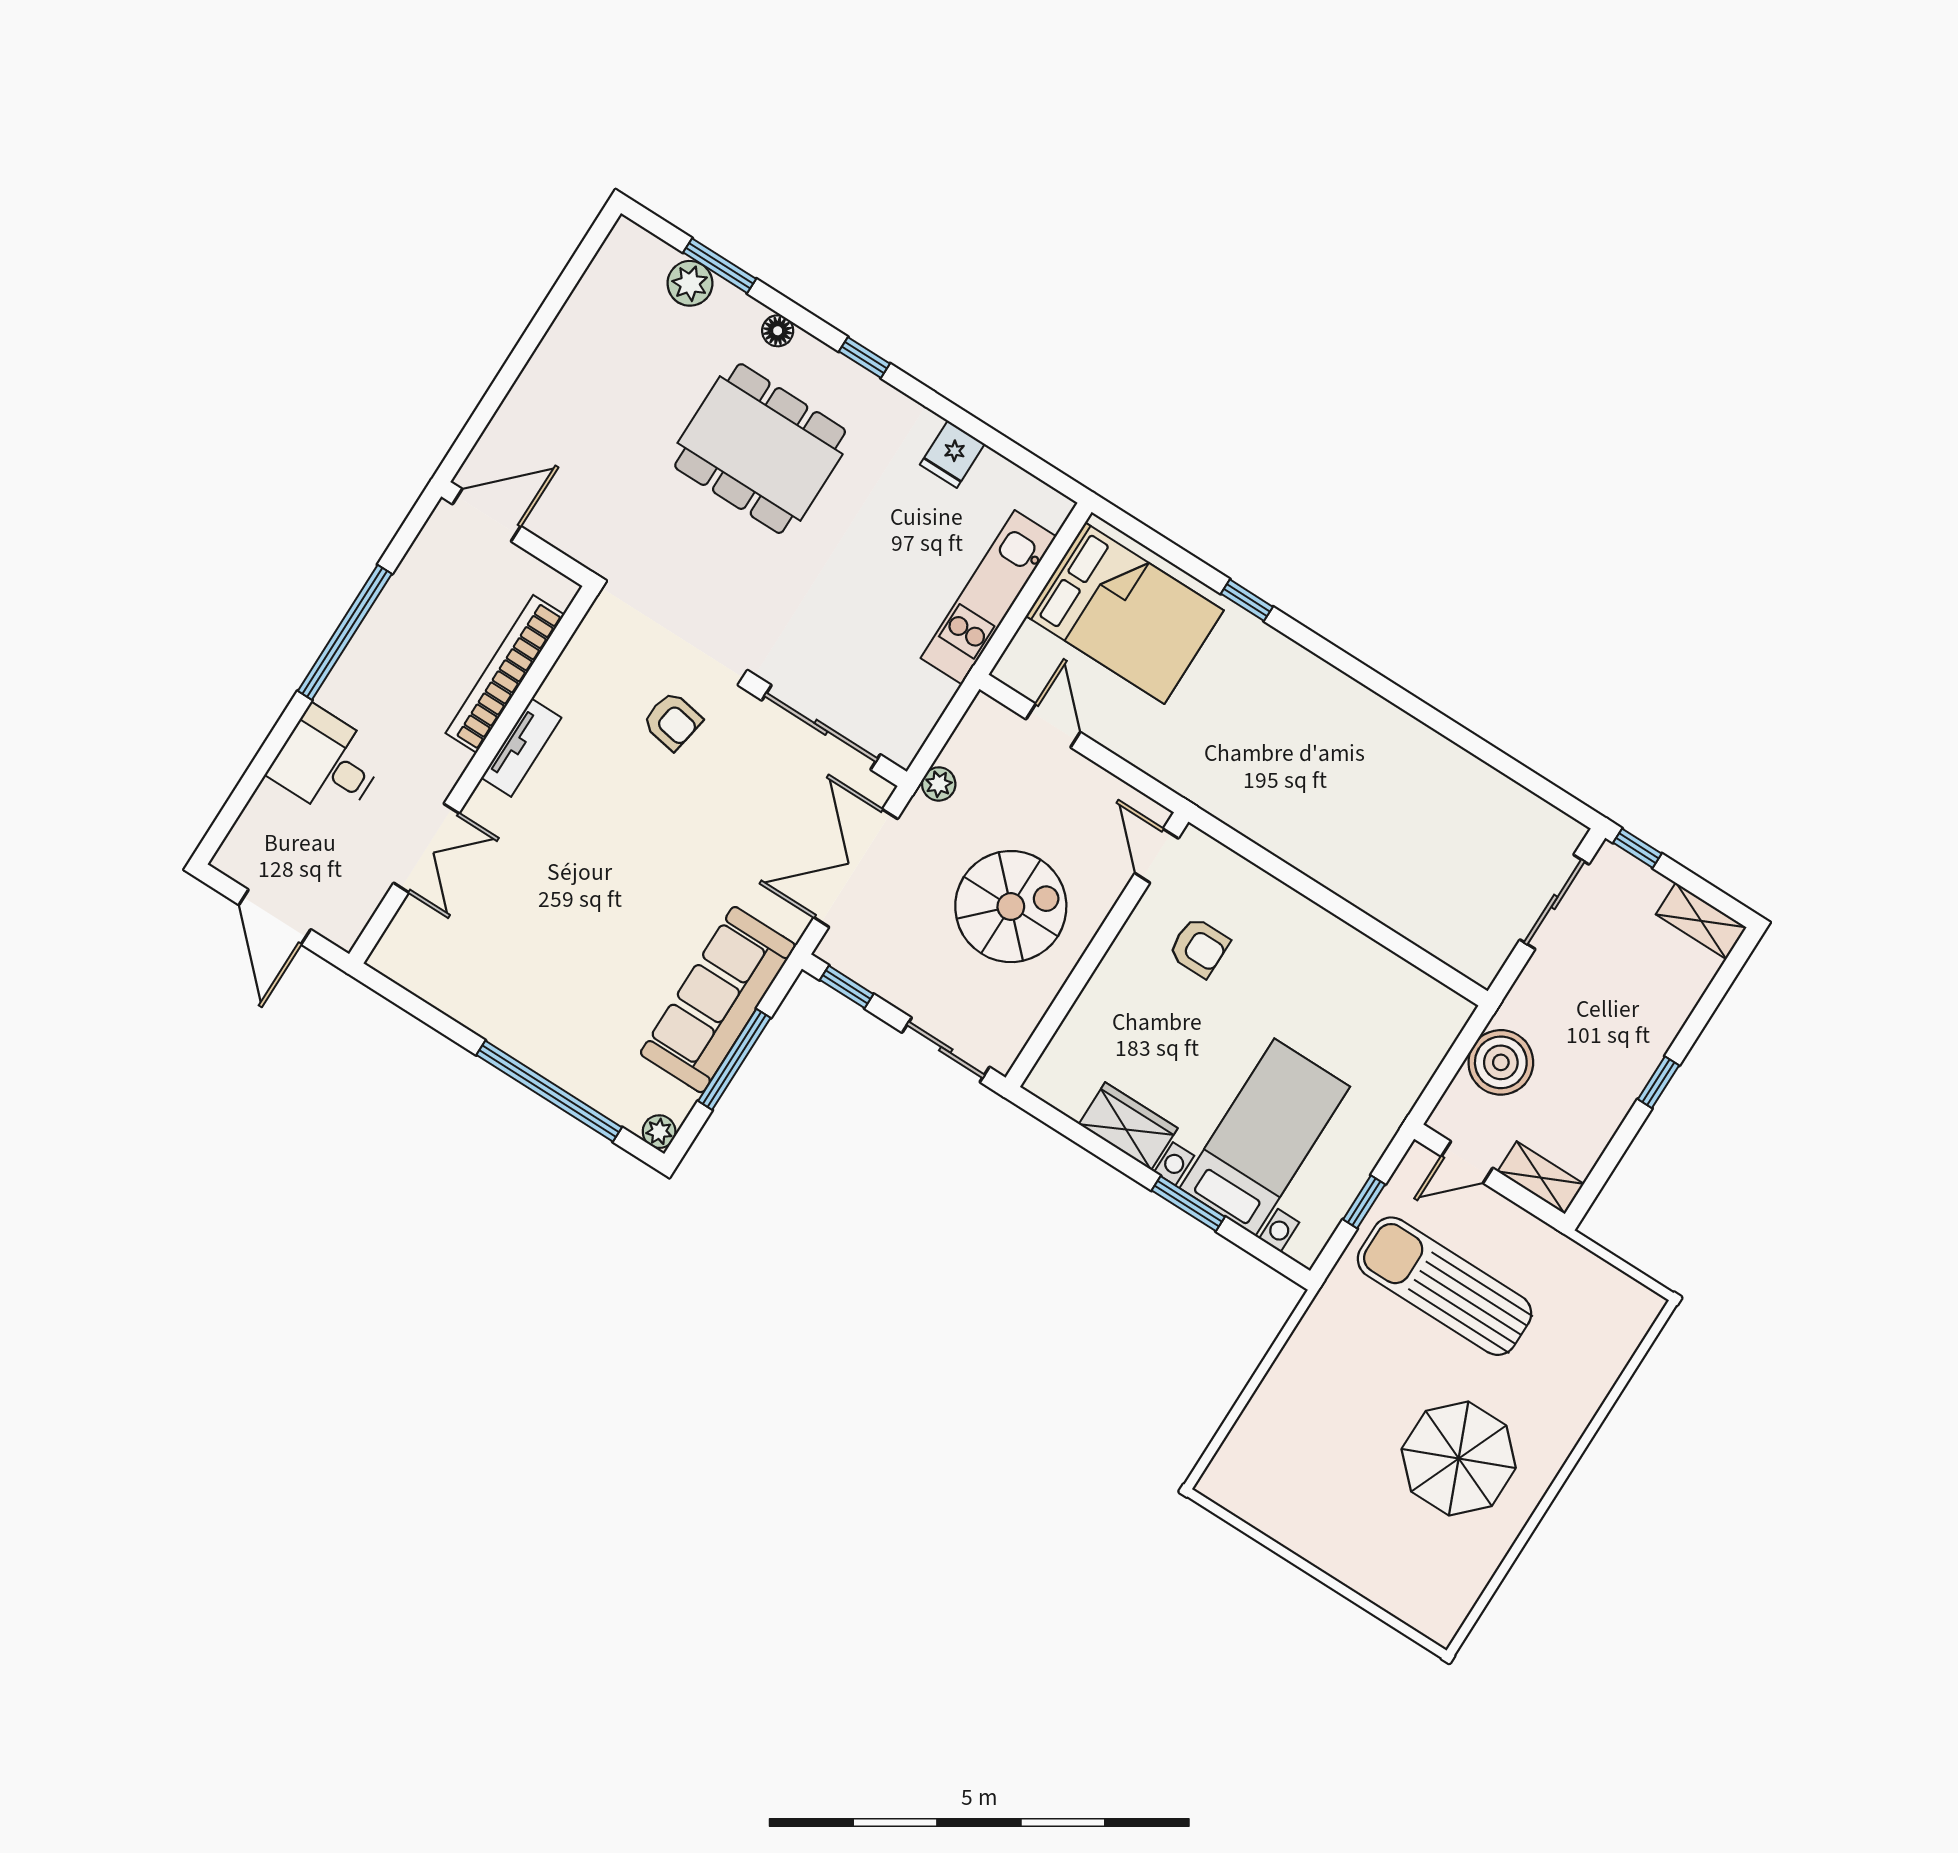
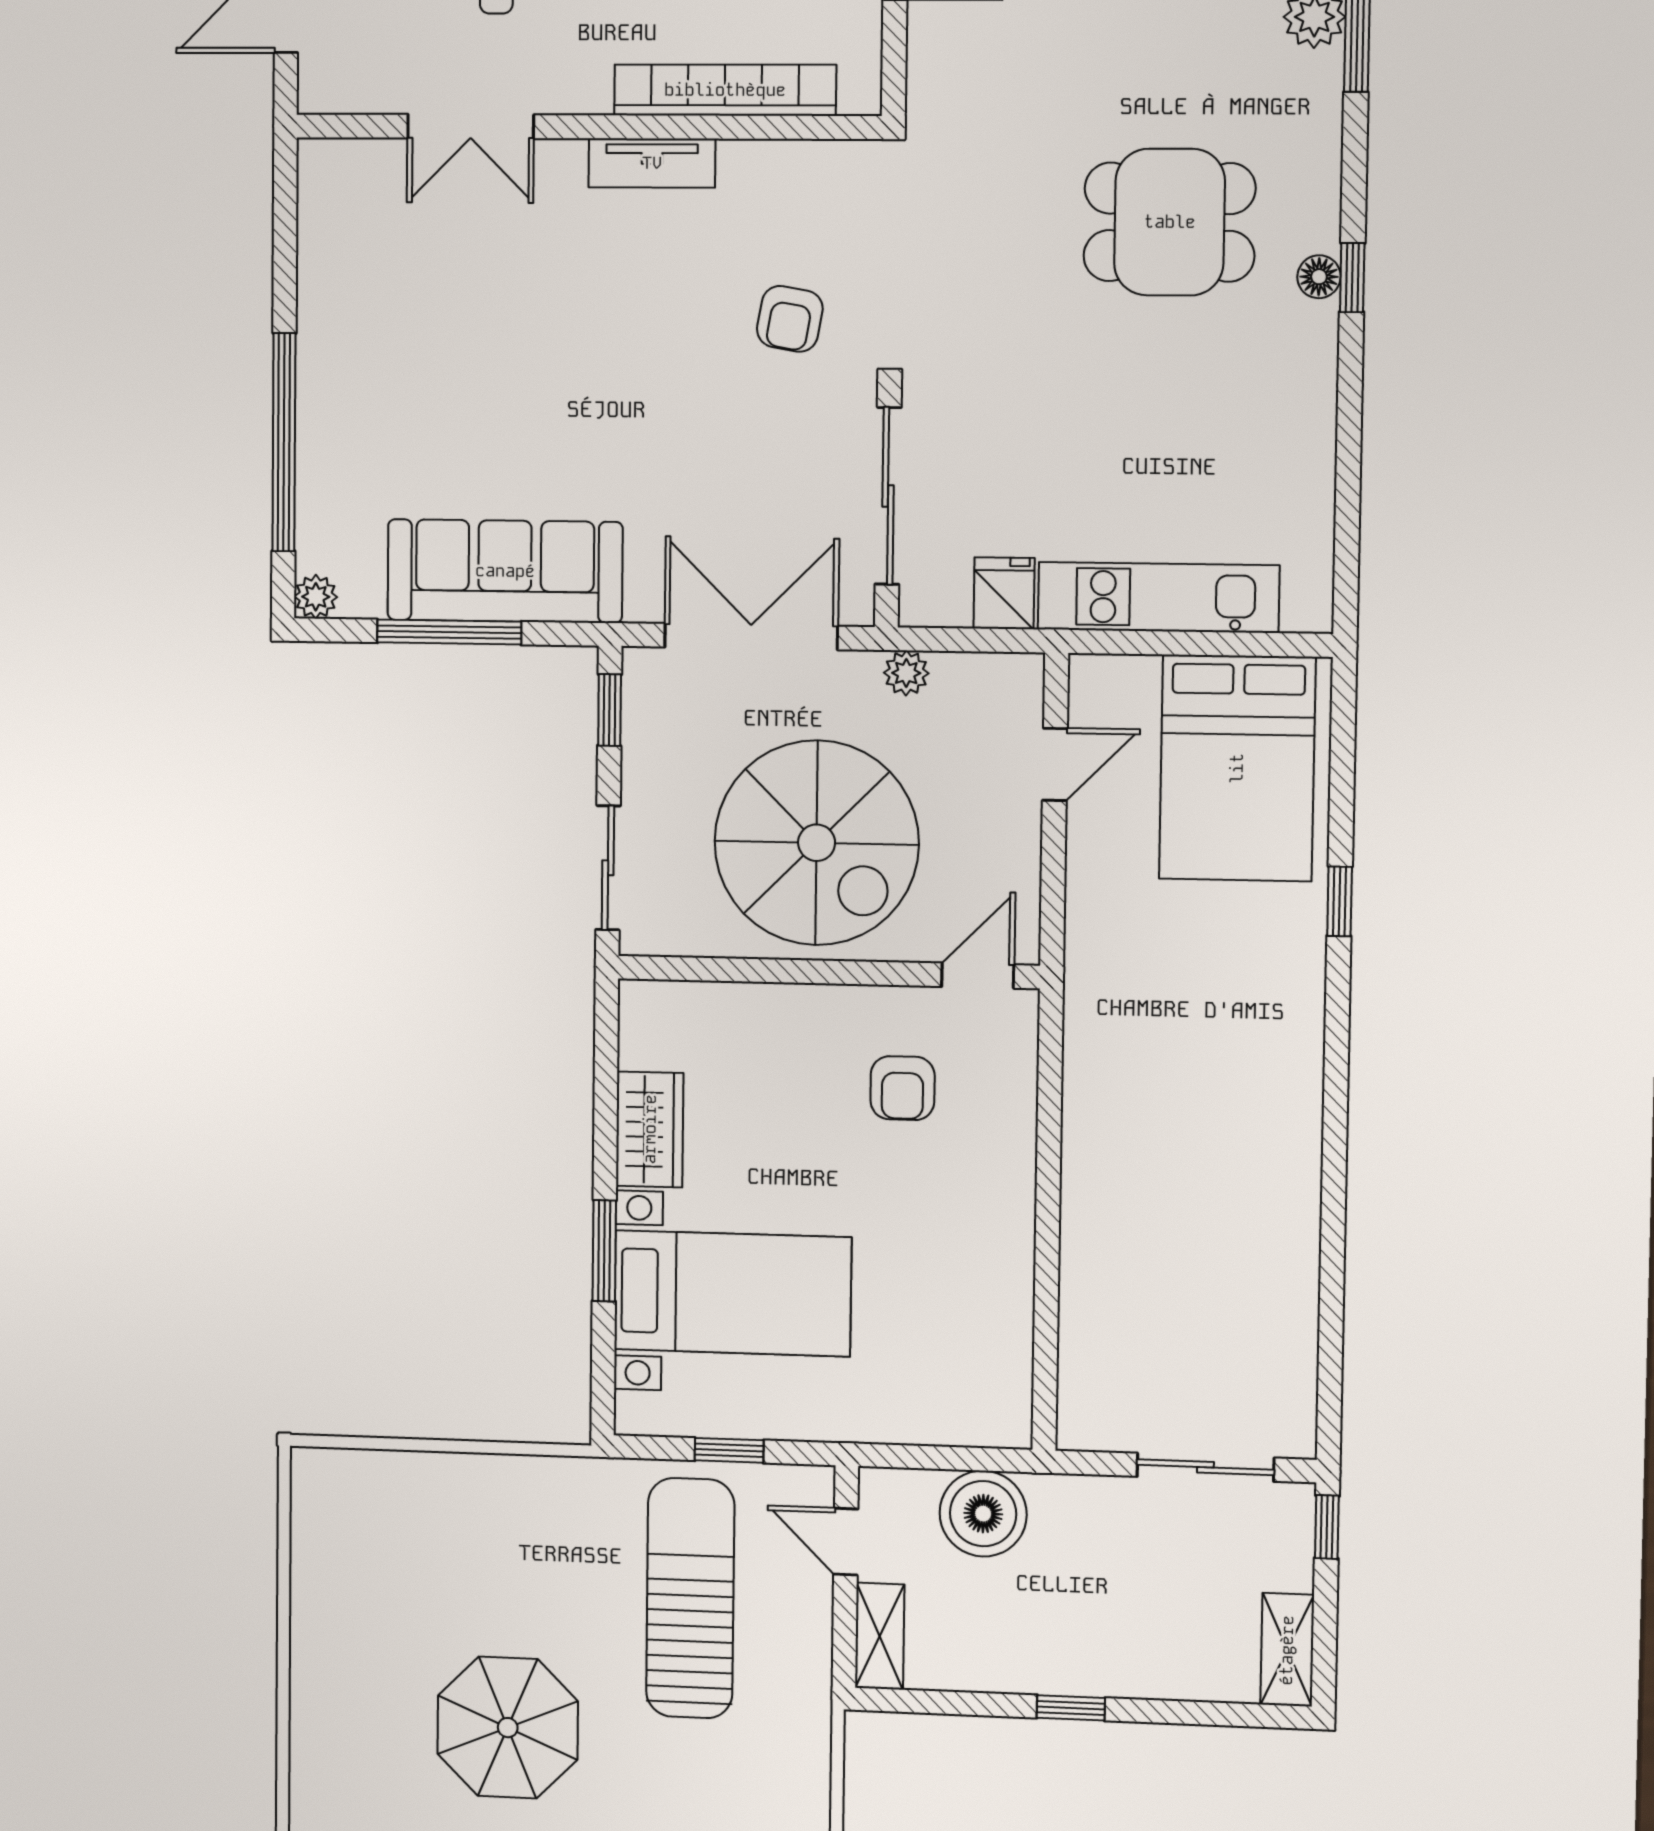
floor lamp: (778, 331) -> (1319, 277), moved
dining table: (760, 449) -> (1170, 222), width x0.73
fridge: (952, 454) -> (1004, 593), moved, turned 90
spiral stairs: (1011, 907) -> (817, 843), width x1.37, depth x1.37

